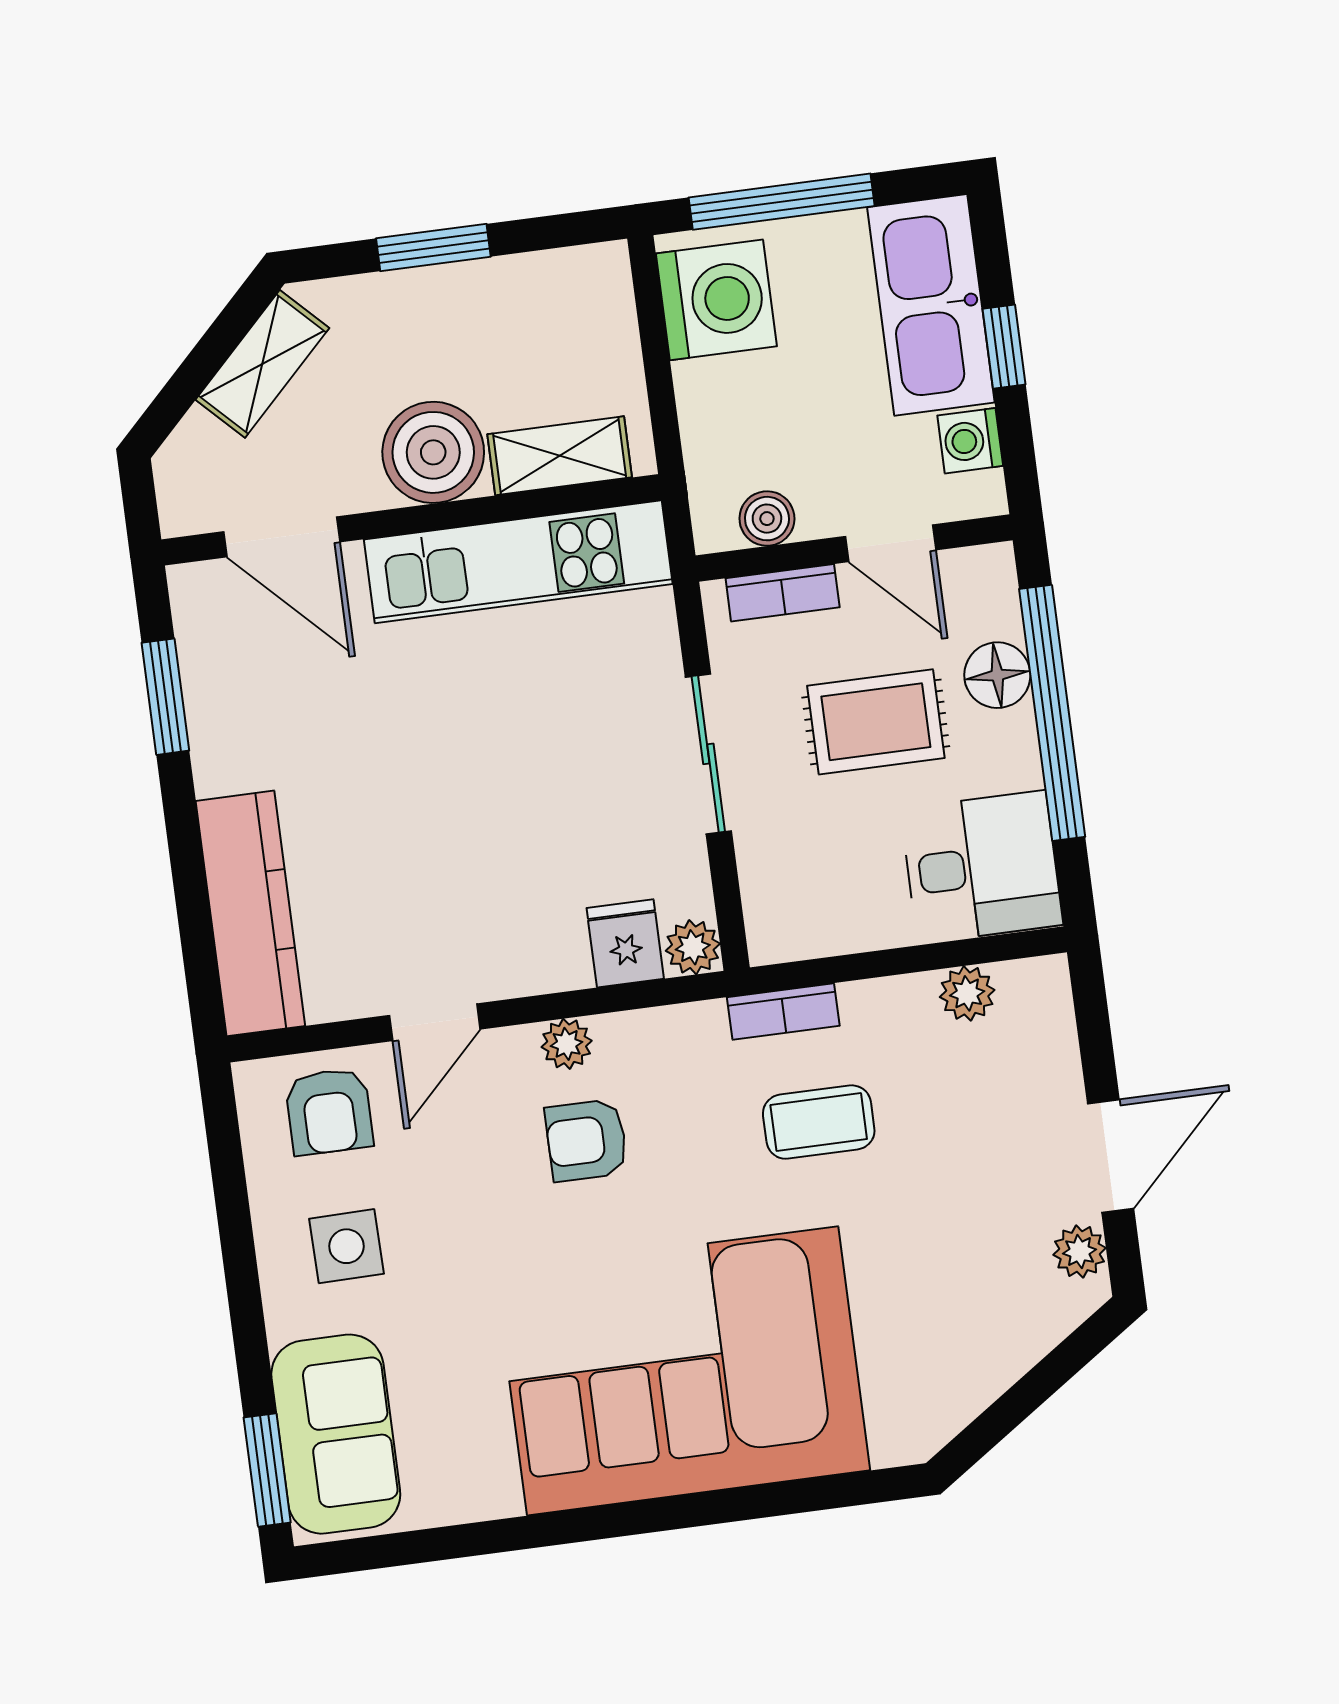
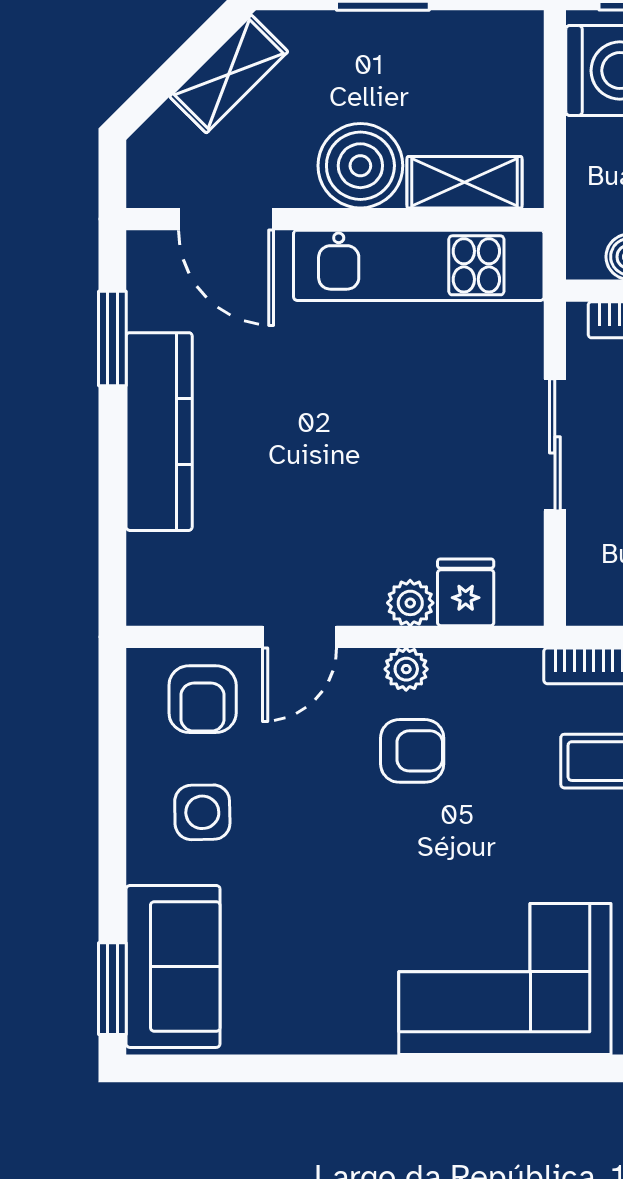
kitchen counter: (250, 913) -> (159, 432), moved
plant: (693, 947) -> (410, 603), moved
armchair: (586, 1140) -> (412, 751), turned 180
corner sofa: (683, 1371) -> (505, 979), width x0.73, depth x0.74

